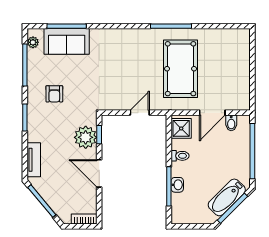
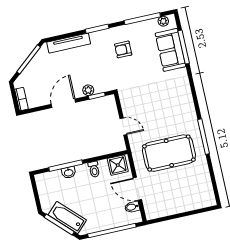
plant: (86, 137) -> (88, 90), width x0.53, depth x0.53
tv unit: (34, 160) -> (69, 43), width x1.41

